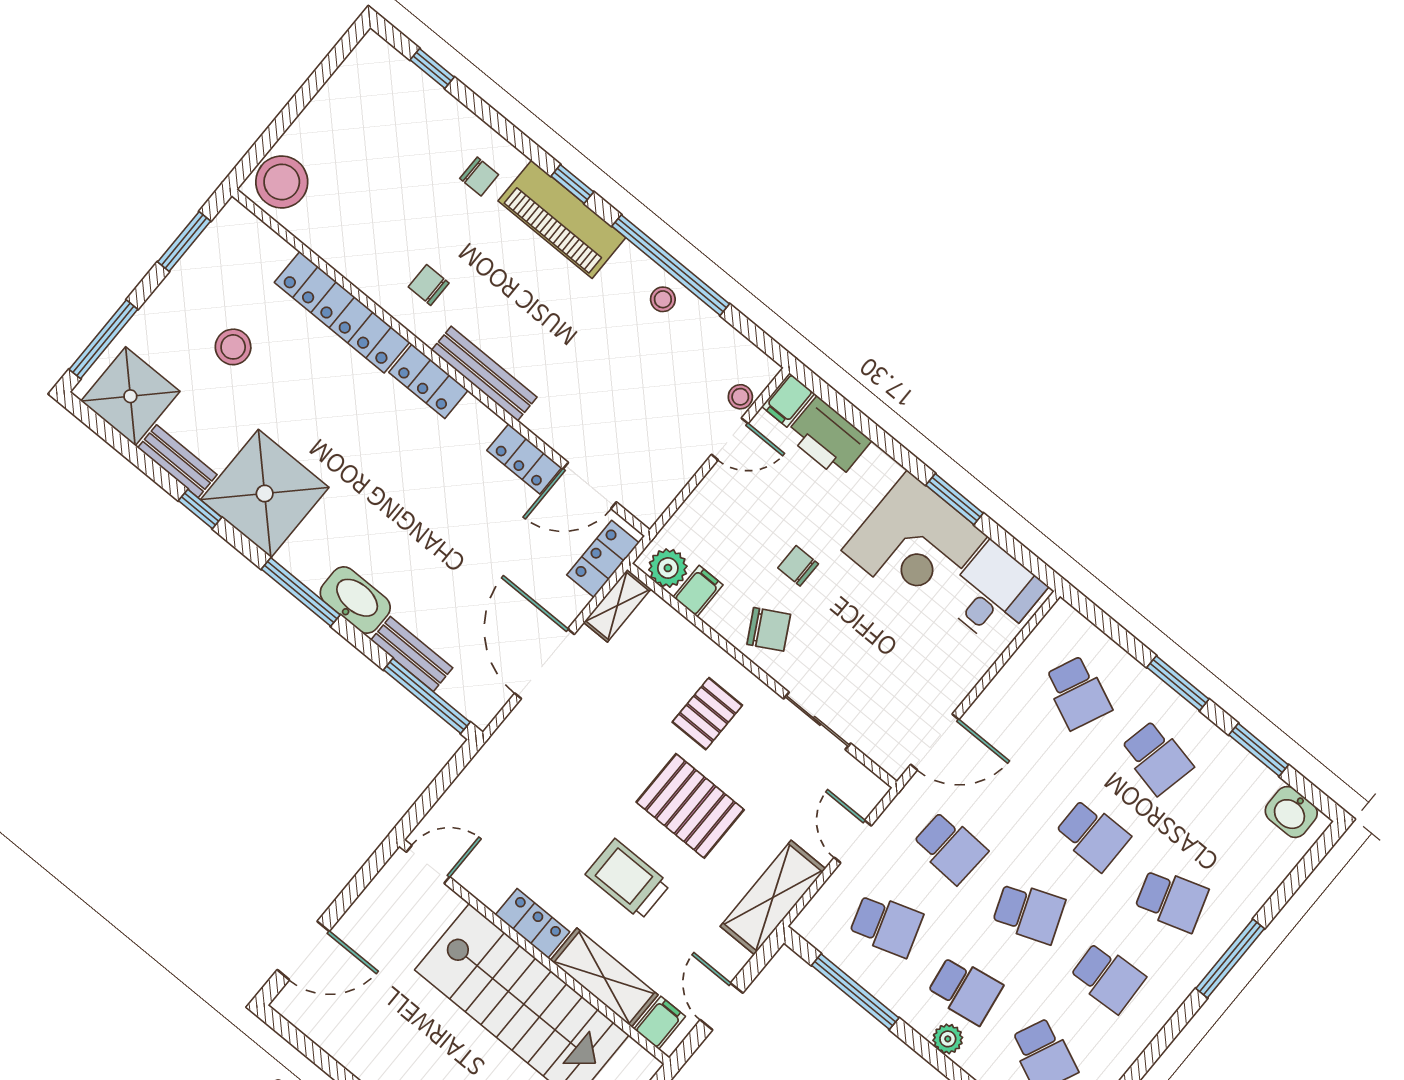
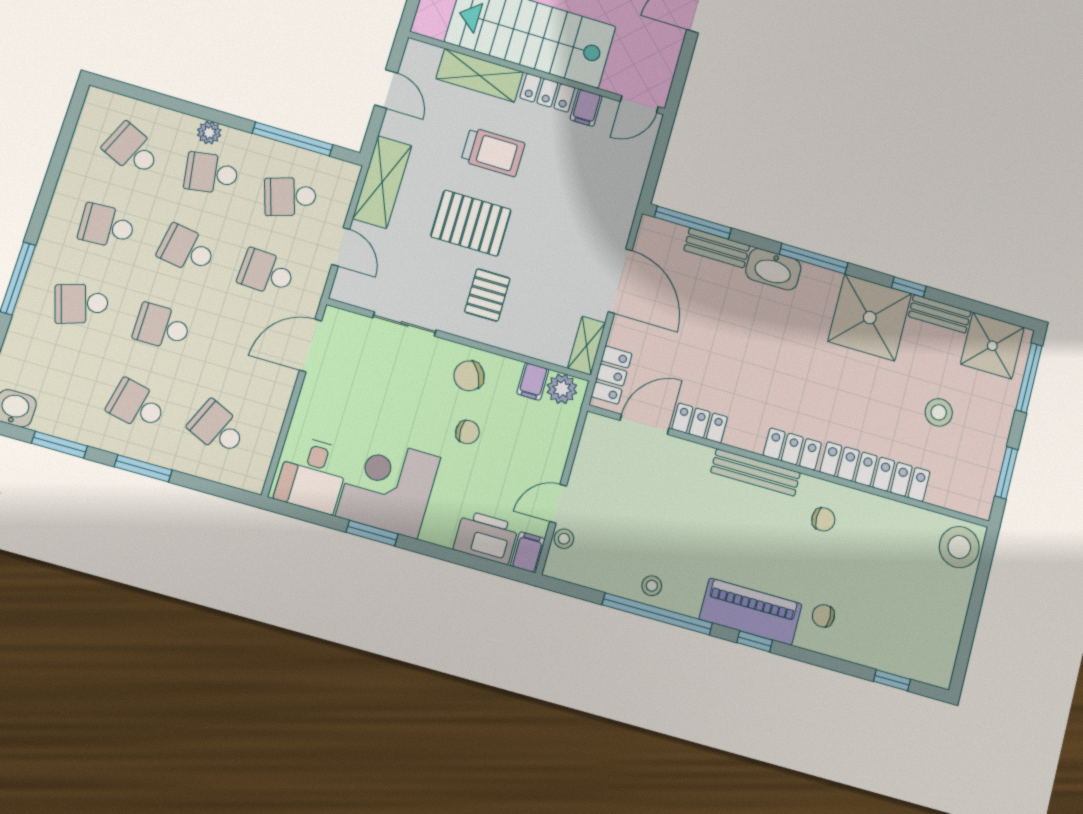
school desk: (1029, 913) -> (187, 249), turned 30
filing cabinet: (660, 1023) -> (586, 108), moved

